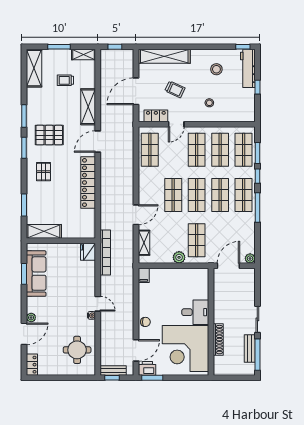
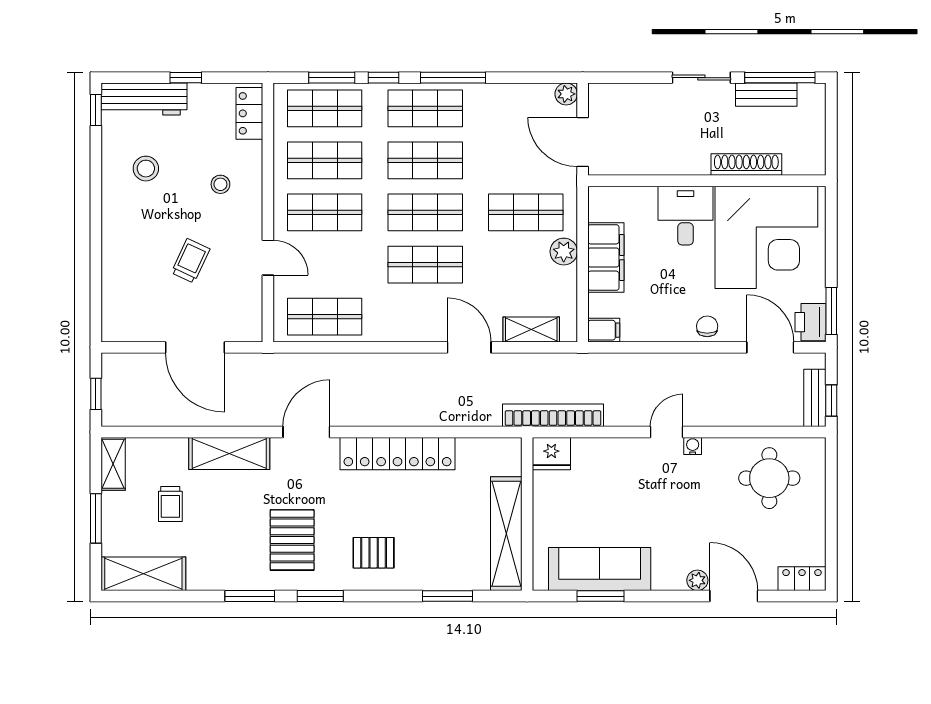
shelving: (164, 56) -> (117, 284), removed
locker: (156, 116) -> (249, 113), moved
door: (98, 142) -> (306, 432), swing flipped
shelving: (44, 231) -> (506, 534), width x1.47
filing cabinet: (176, 276) -> (606, 258), added

